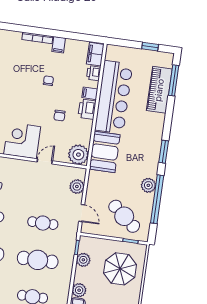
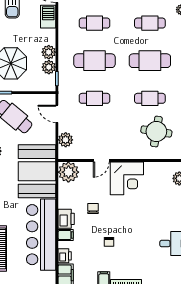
booth: (105, 152) -> (37, 171), width x1.36, depth x1.42
plant: (79, 290) -> (49, 52), moved

